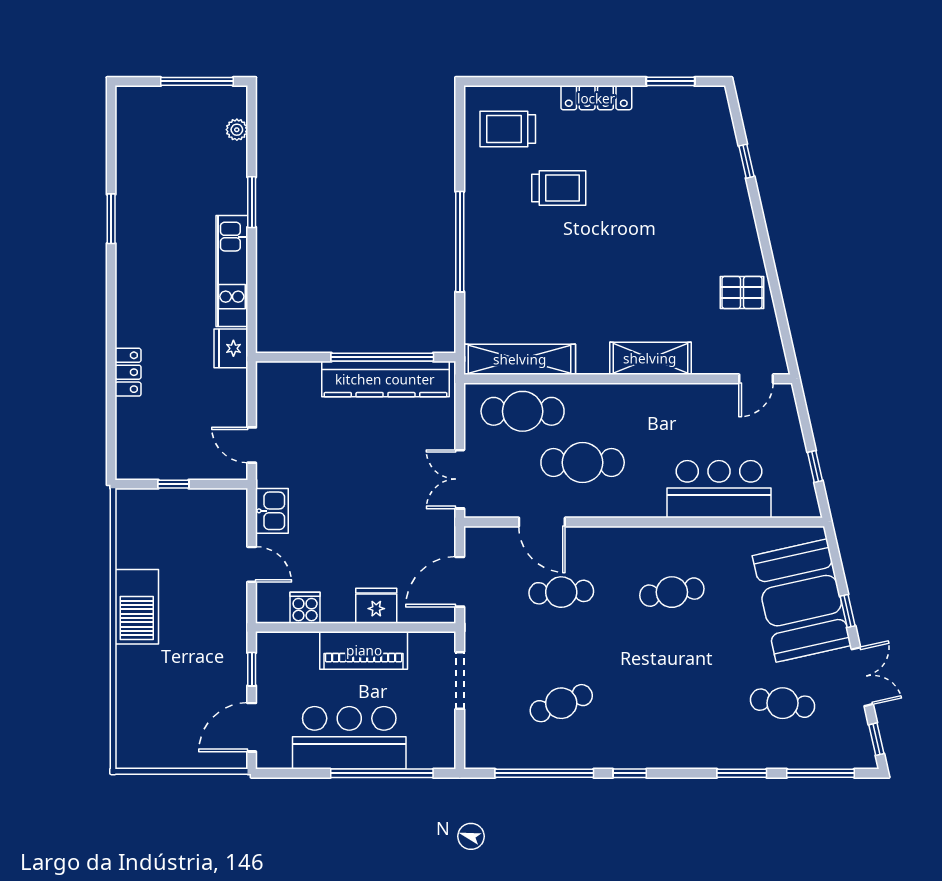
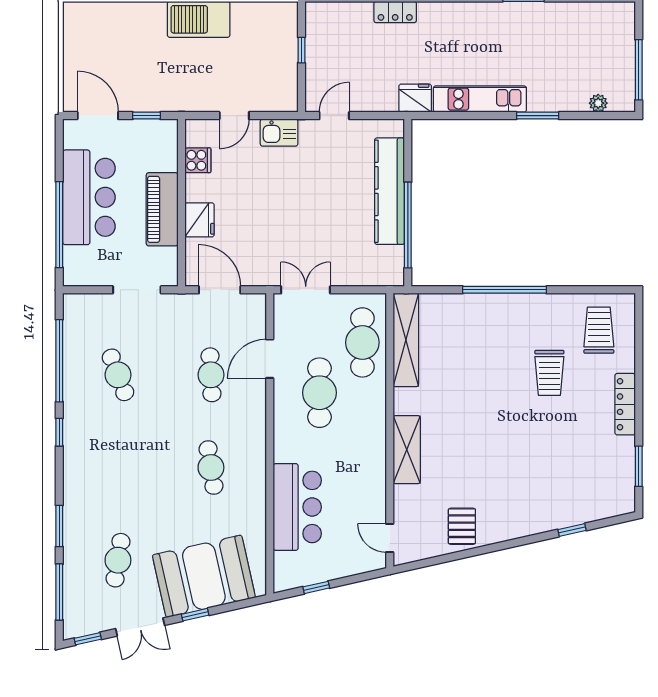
kitchen counter: (385, 379) -> (389, 191), moved

